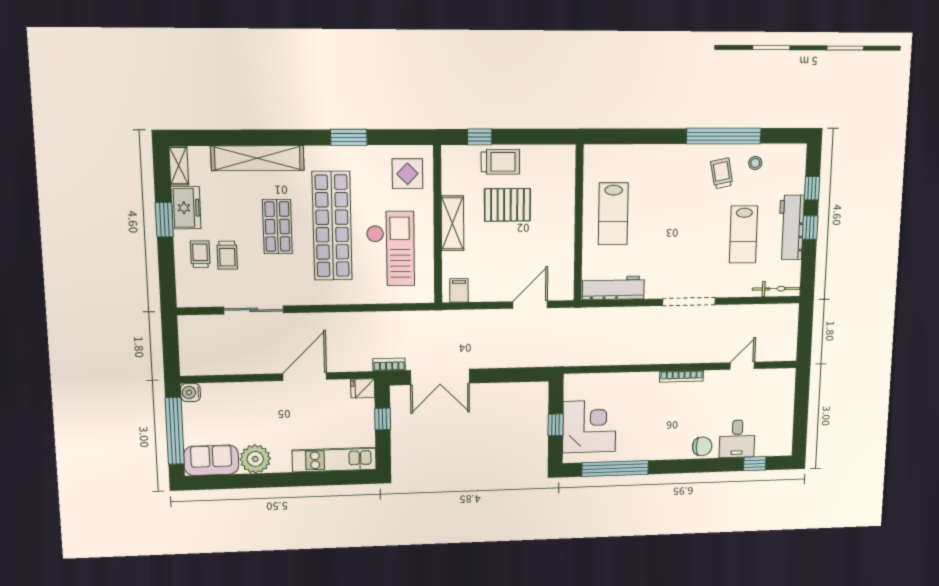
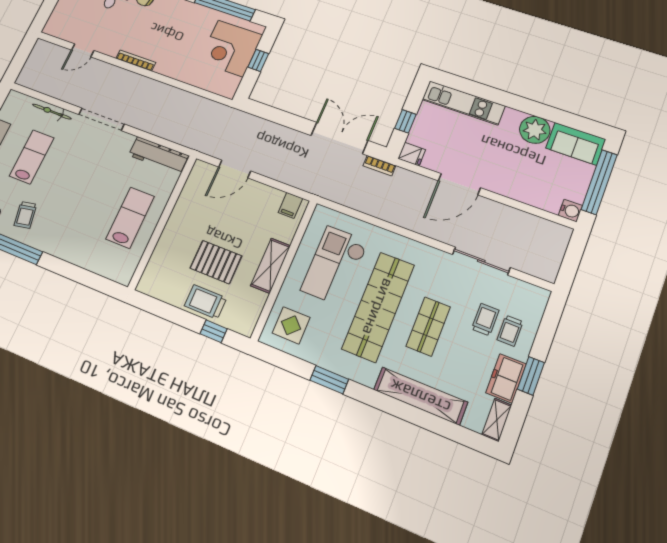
bicycle: (776, 289) -> (52, 112), moved

